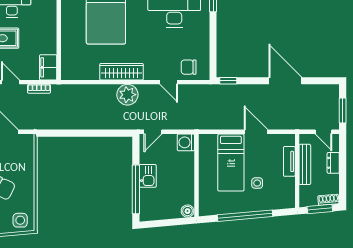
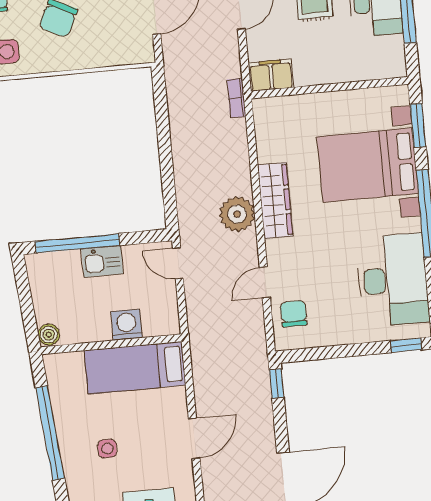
bookcase: (39, 89) -> (236, 98), moved
washing machine: (186, 142) -> (127, 325), moved
bed: (231, 163) -> (135, 368), moved

